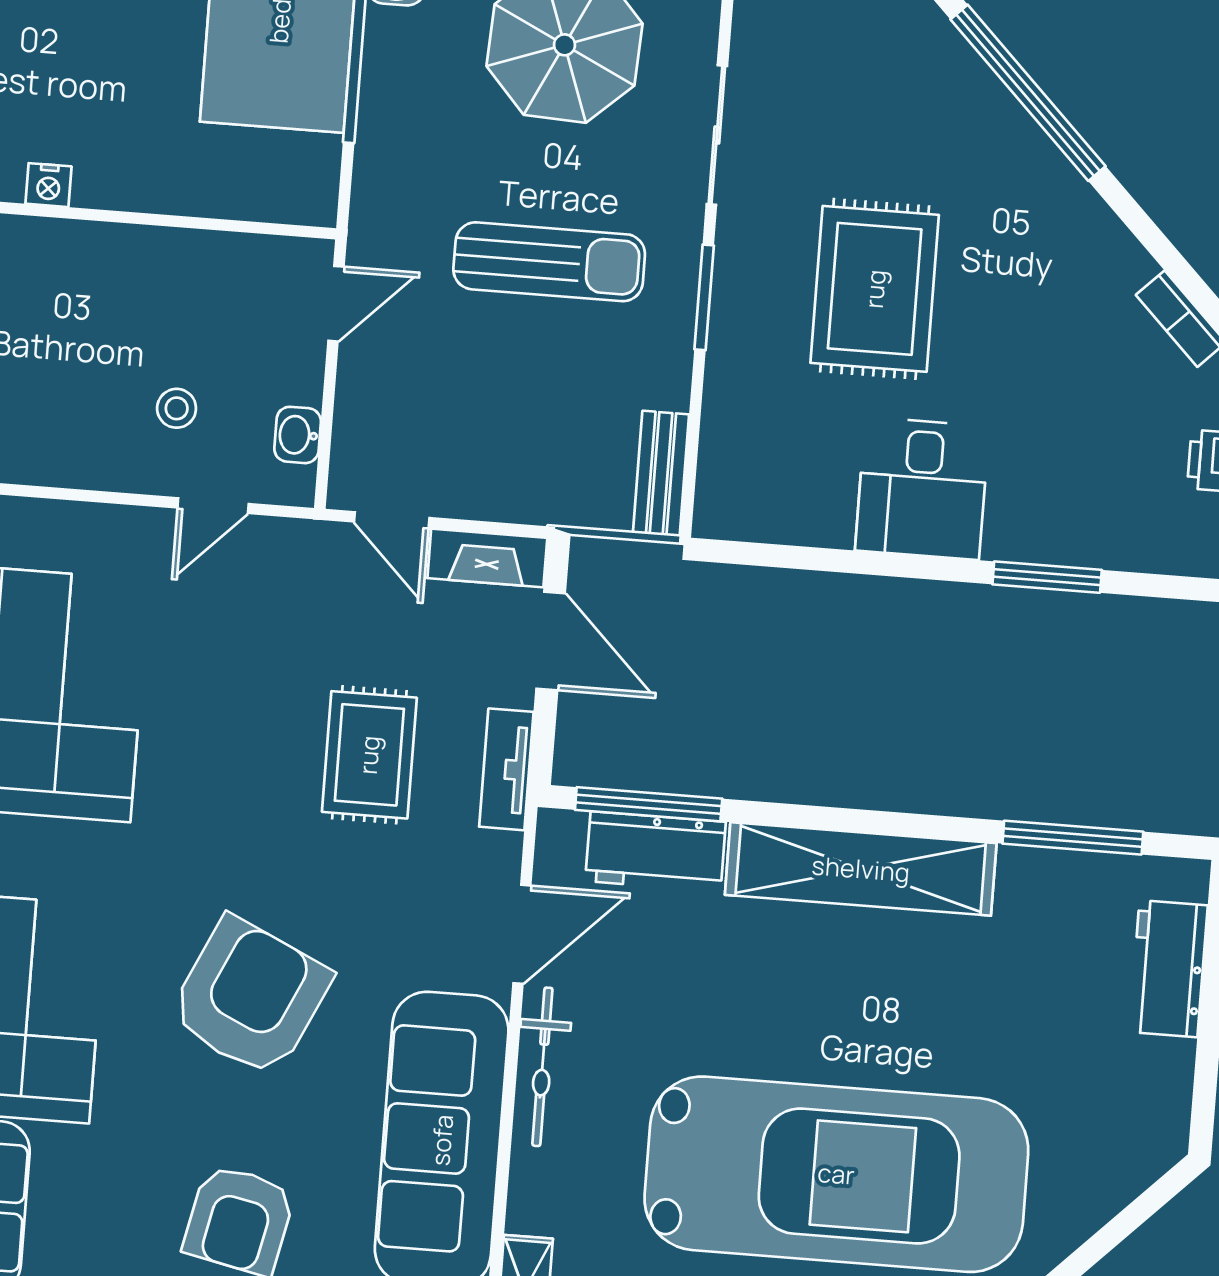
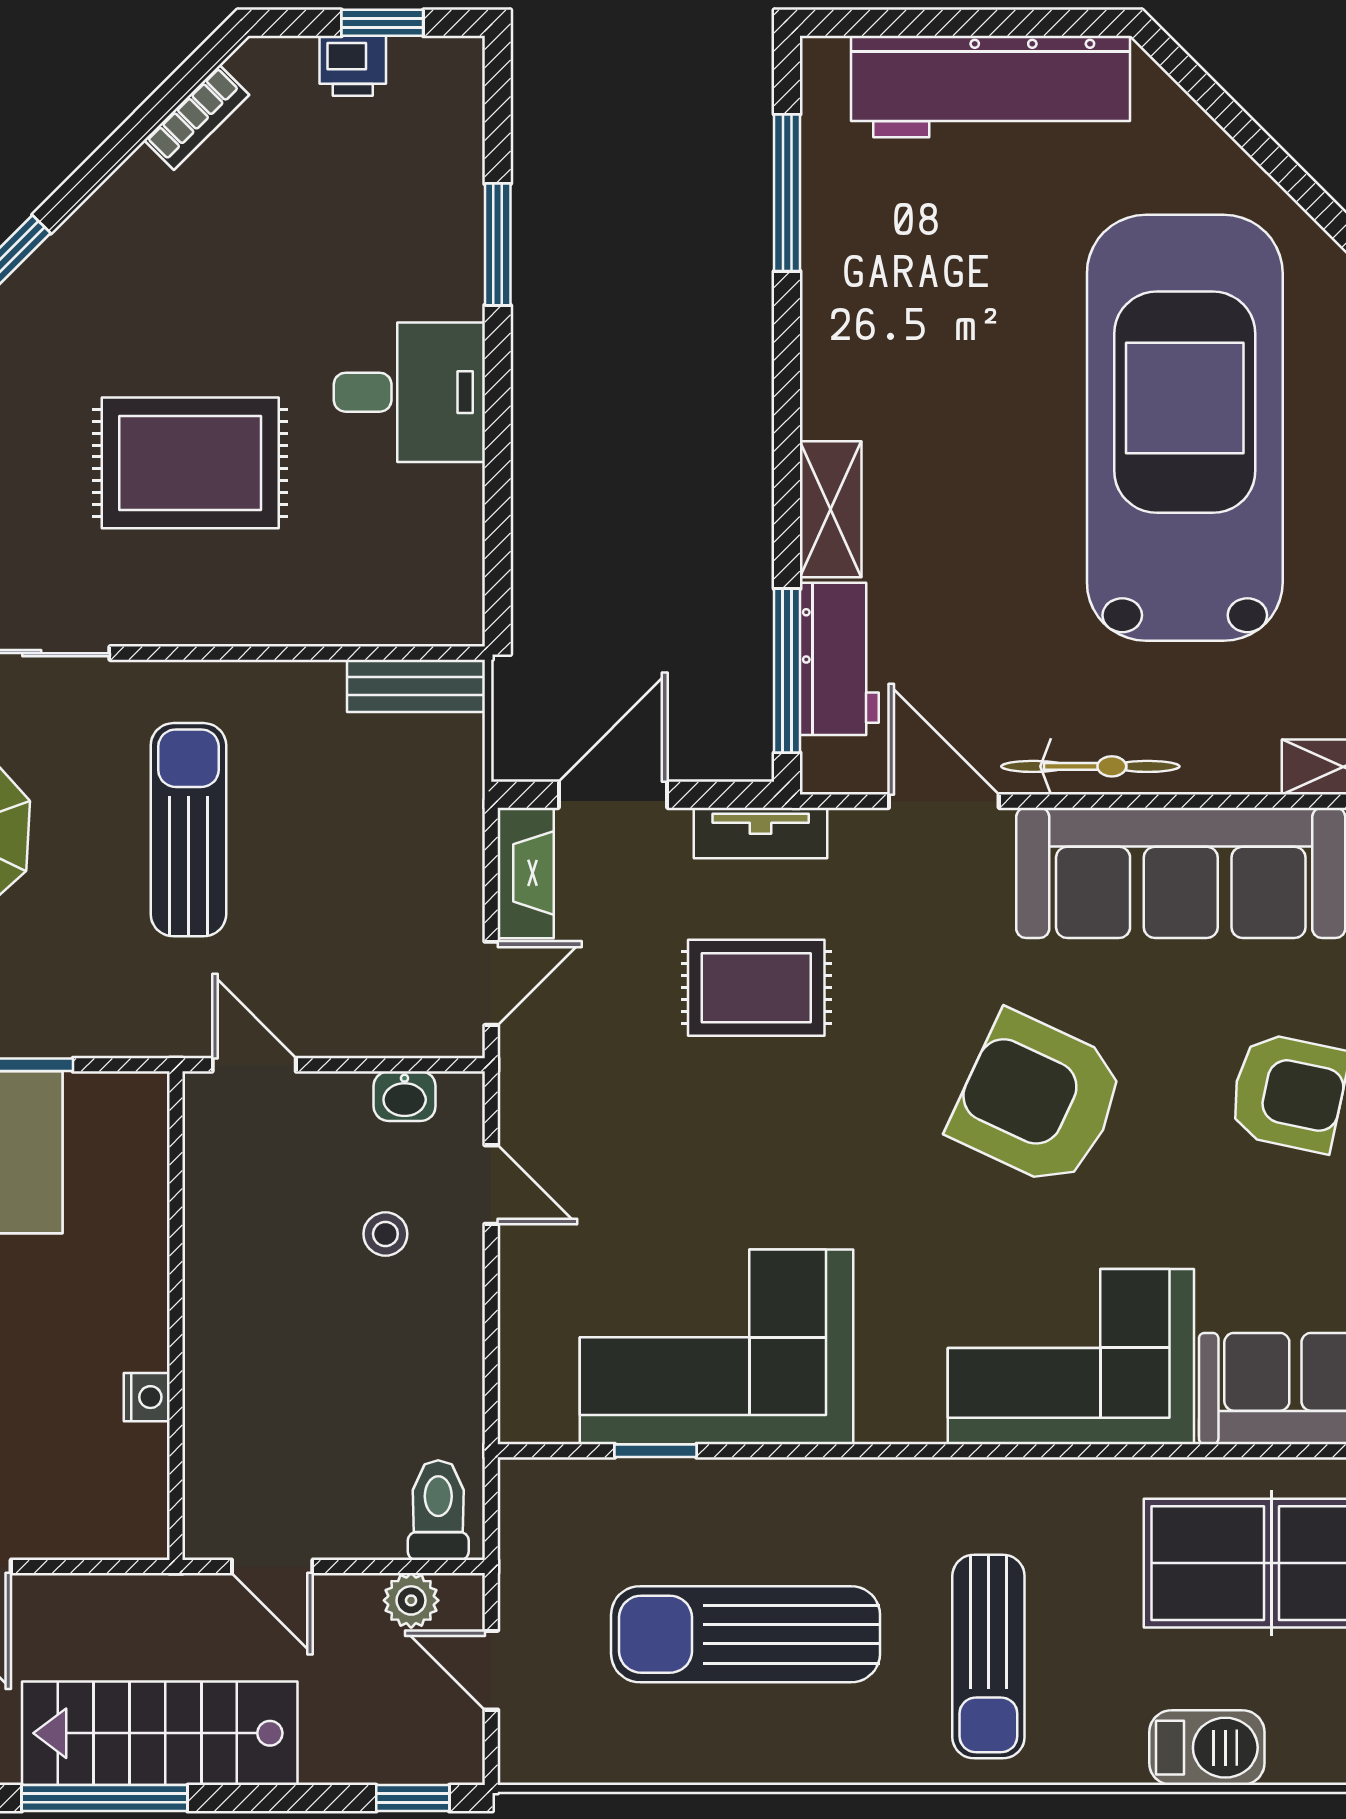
window: (704, 297) -> (215, 653), removed
shelving: (861, 869) -> (831, 509), width x0.45, depth x0.75
workbench: (1168, 969) -> (991, 86), width x1.88, depth x1.32

